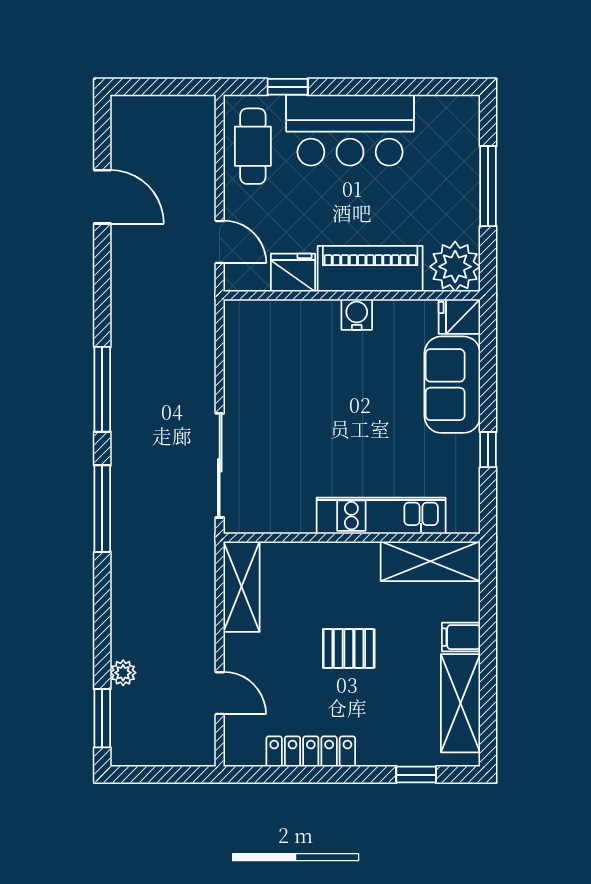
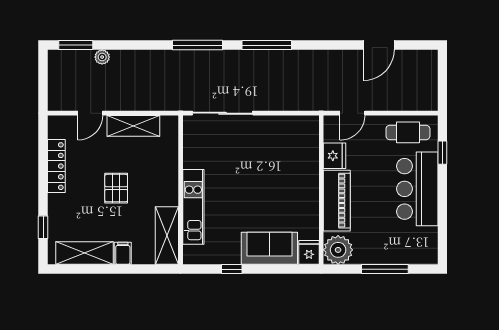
water cooler: (357, 315) -> (310, 193), removed
shelving: (242, 587) -> (133, 126), moved

